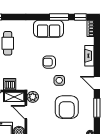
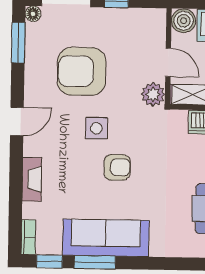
sofa: (49, 29) -> (106, 238), width x1.36
door: (97, 83) -> (17, 121), hinge flipped
armchair: (67, 107) -> (82, 71), turned -90
window: (97, 108) -> (18, 43), moved

